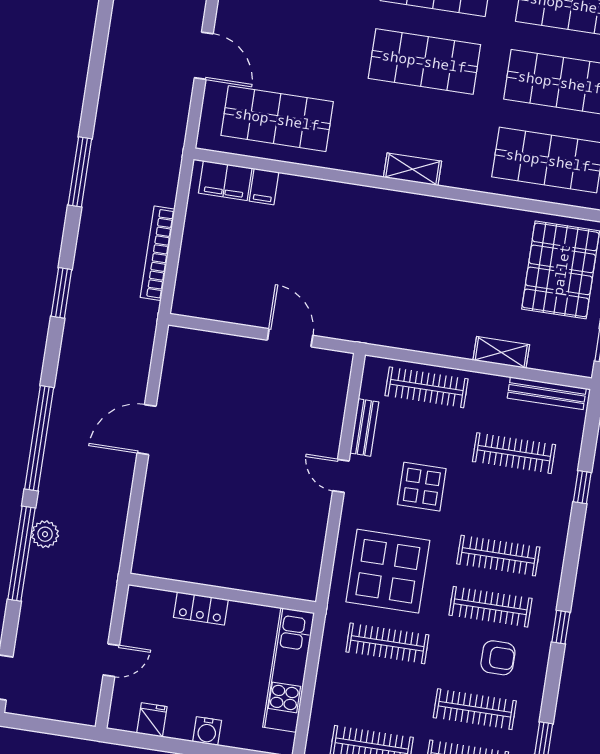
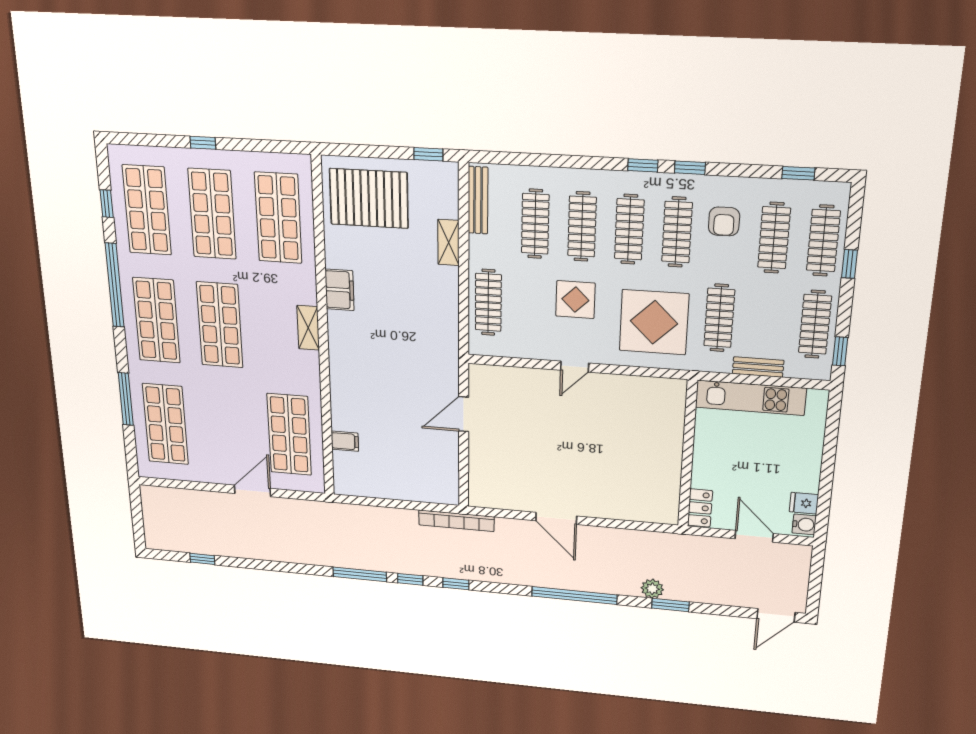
filing cabinet: (225, 181) -> (339, 290), moved
window: (70, 236) -> (410, 579), added
bookcase: (158, 253) -> (456, 521), moved
window: (61, 293) -> (456, 584), width x0.67
bench: (364, 428) -> (758, 367), moved
window: (582, 487) -> (643, 165), moved
clothes rail: (506, 504) -> (582, 227), added
window: (21, 554) -> (670, 605), width x0.47
locker: (201, 608) -> (700, 508), moved
armchair: (498, 658) -> (724, 221), turned 180
door: (111, 660) -> (754, 536), width x1.37
water cooler: (207, 731) -> (804, 524), moved

